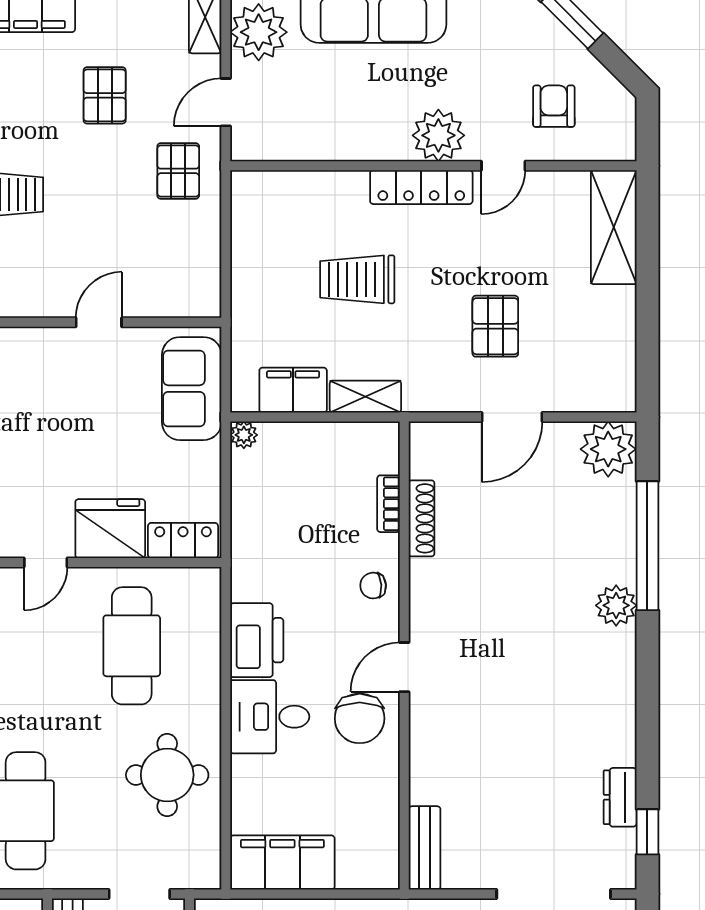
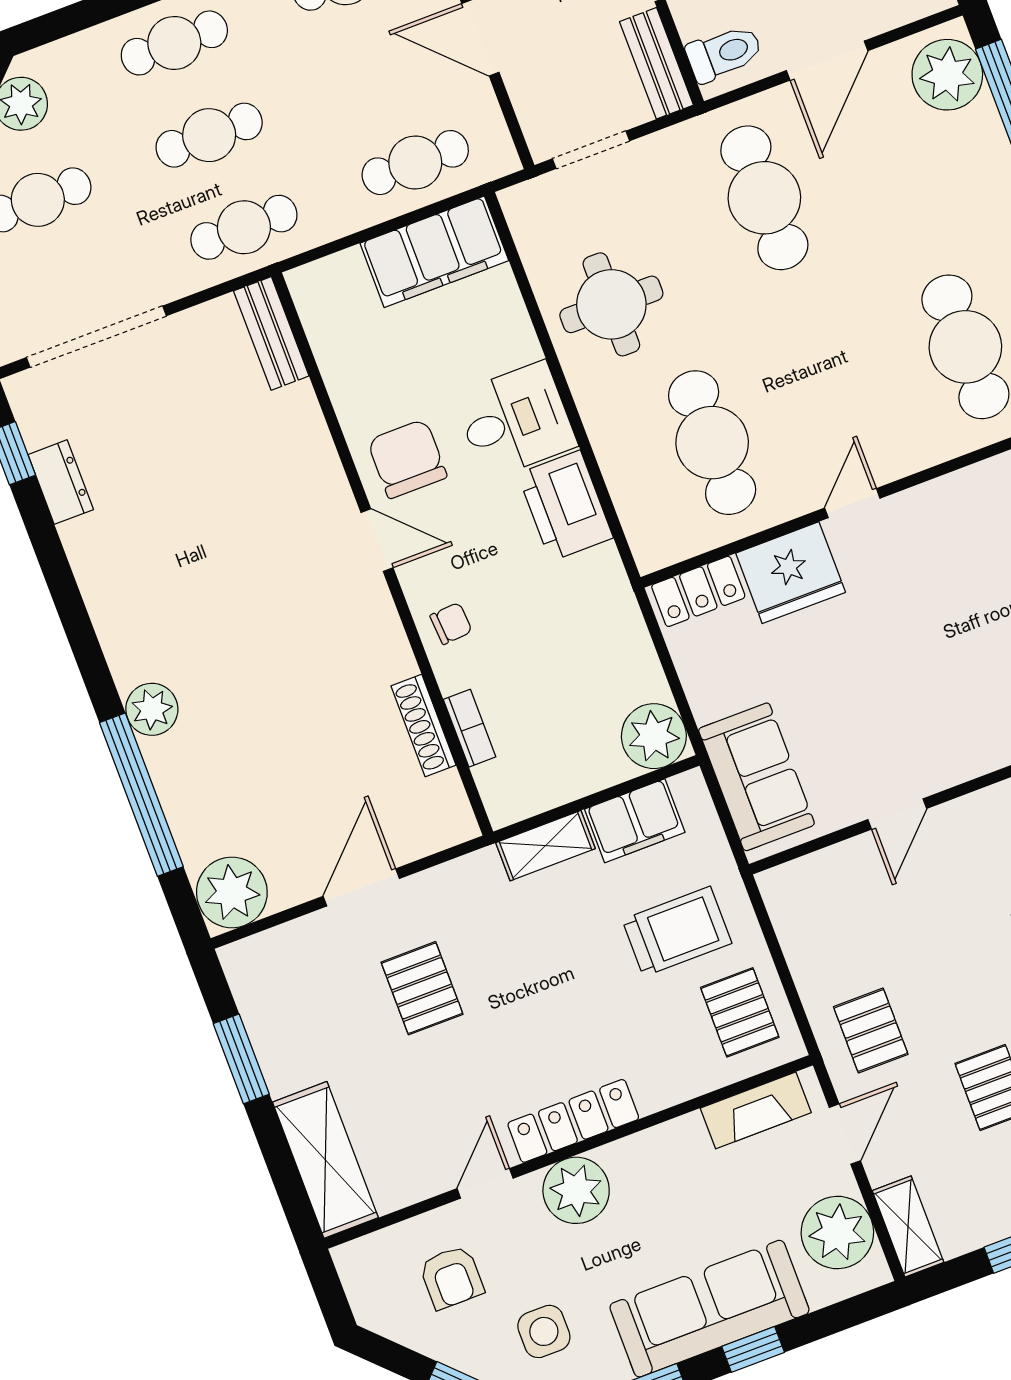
side table: (501, 41) -> (544, 1331), added
fireplace: (285, 144) -> (756, 1110), added
pallet: (269, 221) -> (740, 1012), added
trolley: (357, 279) -> (677, 931), moved
window: (647, 324) -> (241, 1059), added
plant: (244, 435) -> (654, 736), width x1.87, depth x1.87
door: (404, 667) -> (377, 540), hinge flipped

